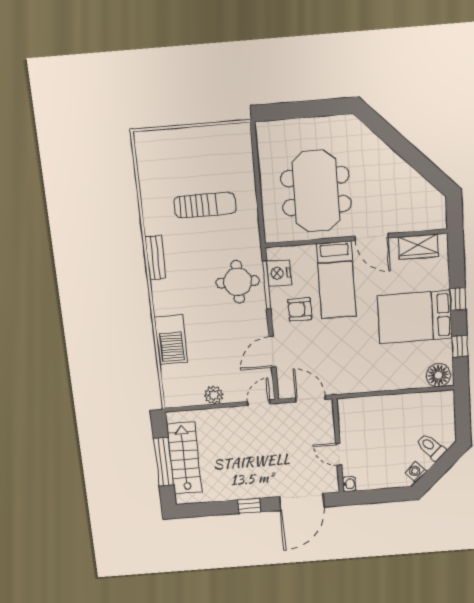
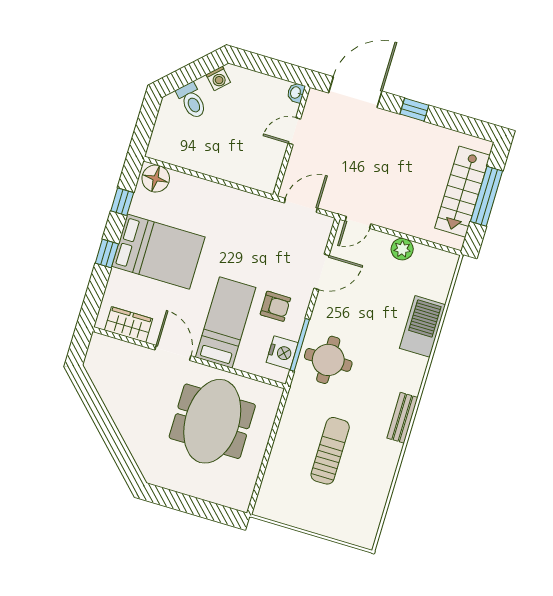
sun lounger: (205, 205) -> (330, 451), turned 90
door: (311, 399) -> (301, 205), swing flipped
door: (339, 454) -> (294, 131), swing flipped

